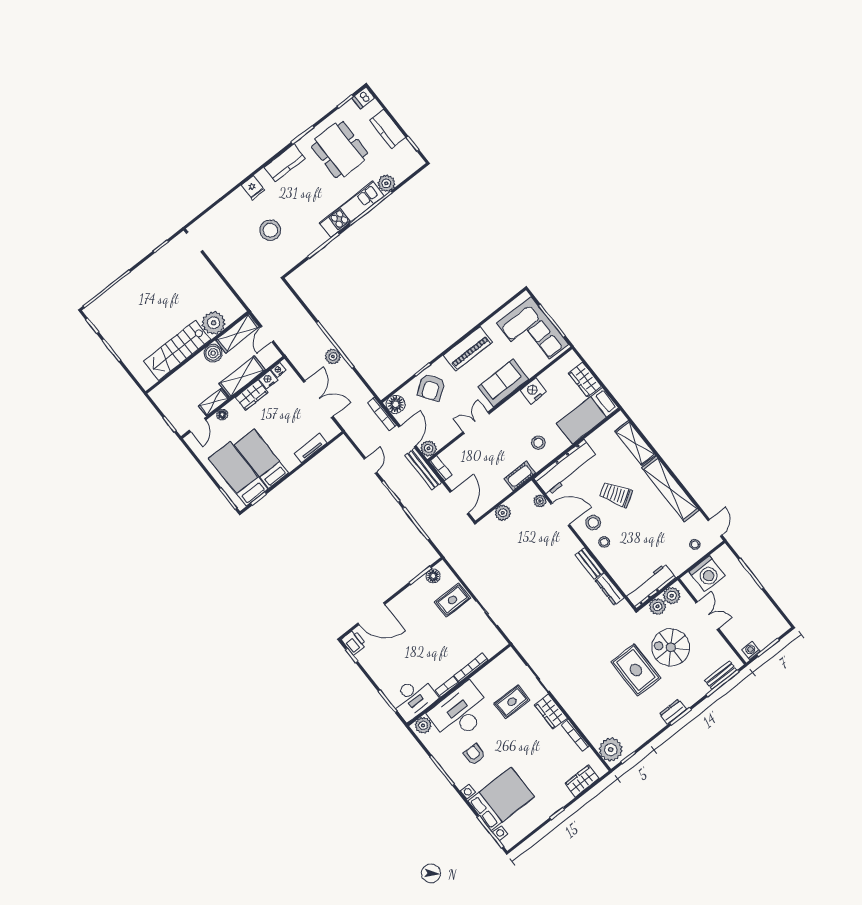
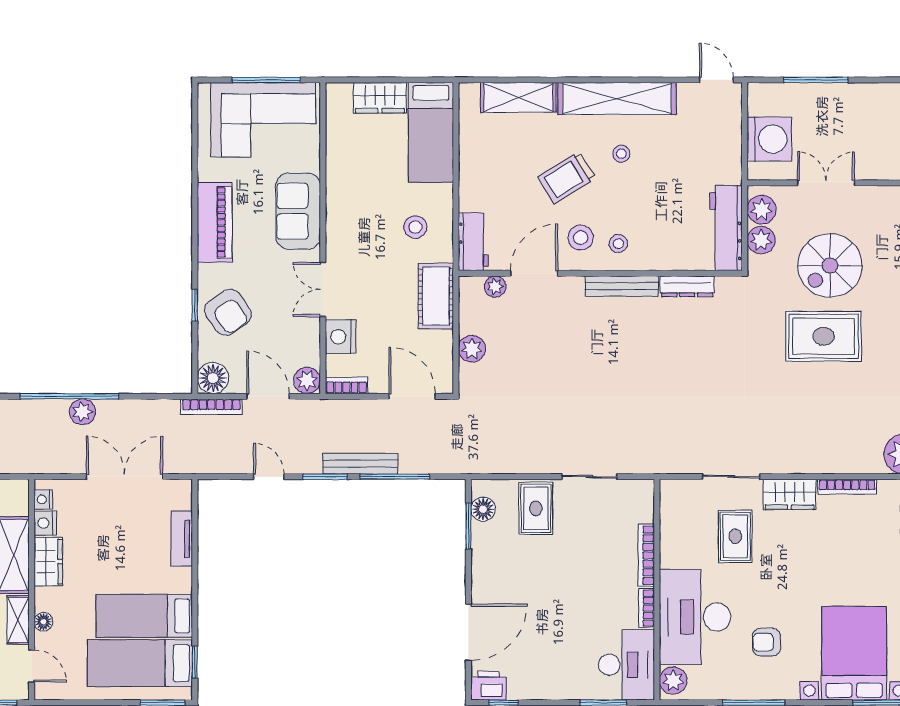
nightstand: (533, 391) -> (341, 337), moved
workbench: (566, 468) -> (473, 242), width x0.53, depth x0.76
bench: (423, 469) -> (360, 464), moved
cot: (520, 476) -> (436, 296), width x1.37, depth x1.34
stool: (695, 544) -> (621, 154), moved
bench: (589, 563) -> (622, 286), width x1.36

